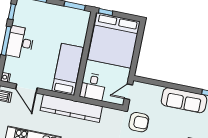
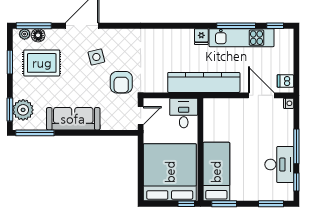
desk: (20, 42) -> (279, 165), moved
bed: (68, 69) -> (216, 172), moved, turned 180
armchair: (139, 122) -> (121, 82), turned -90

